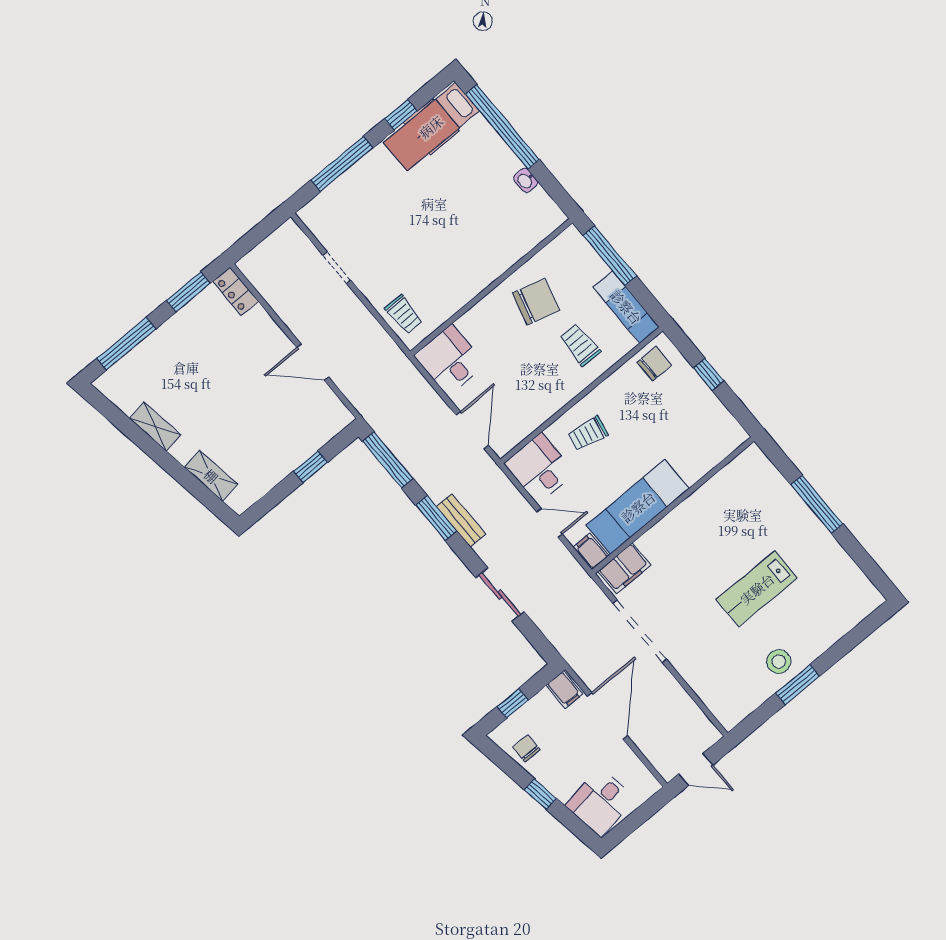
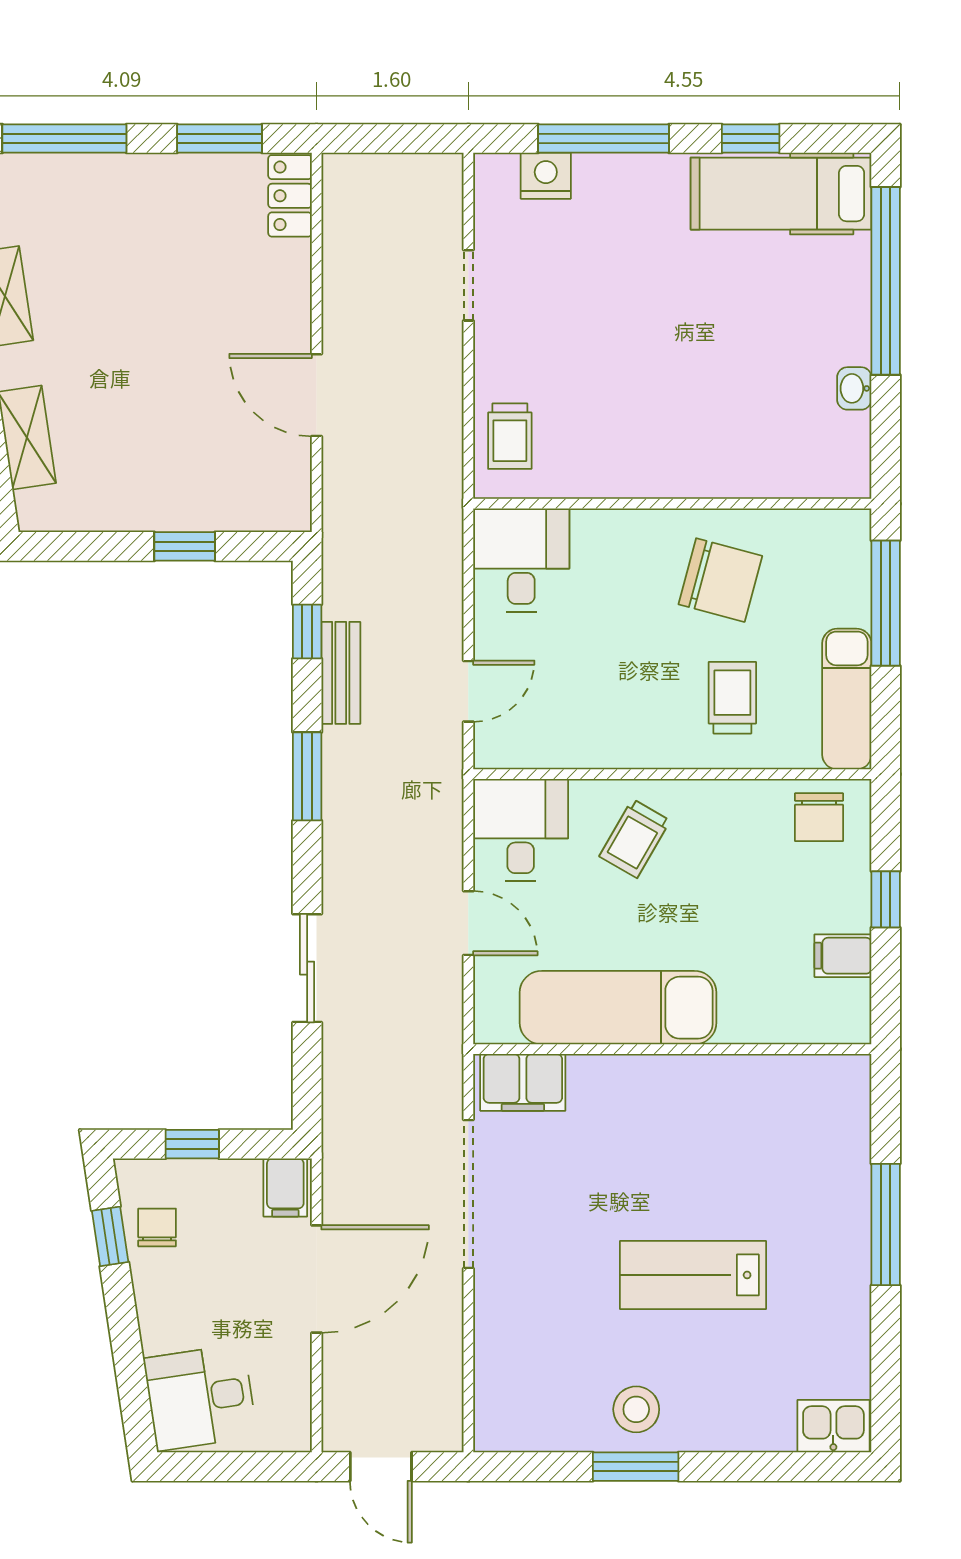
nightstand: (331, 198) -> (546, 176), added
chair: (654, 364) -> (819, 817), turned 90
door: (472, 430) -> (468, 691), width x0.73
trolley: (588, 434) -> (635, 838), turned -71
window: (388, 460) -> (307, 631), width x0.46
bench: (461, 520) -> (341, 673), moved
filing cabinet: (591, 551) -> (843, 956), moved, turned -90
kitchen sink: (863, 602) -> (833, 1426), added
window: (540, 794) -> (110, 1236), moved

